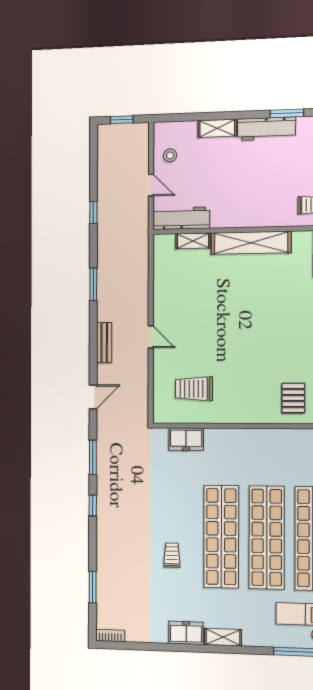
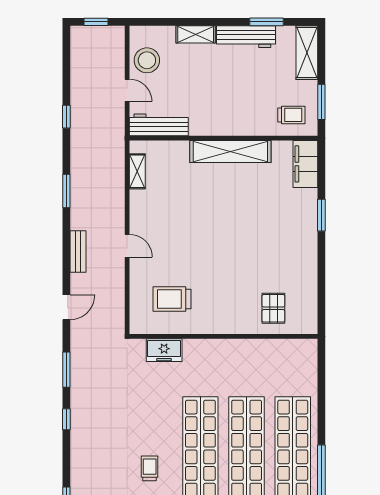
stool: (170, 155) -> (147, 60), width x1.89, depth x1.89
shelving: (193, 241) -> (137, 171), moved, turned 90

